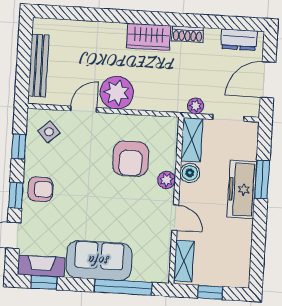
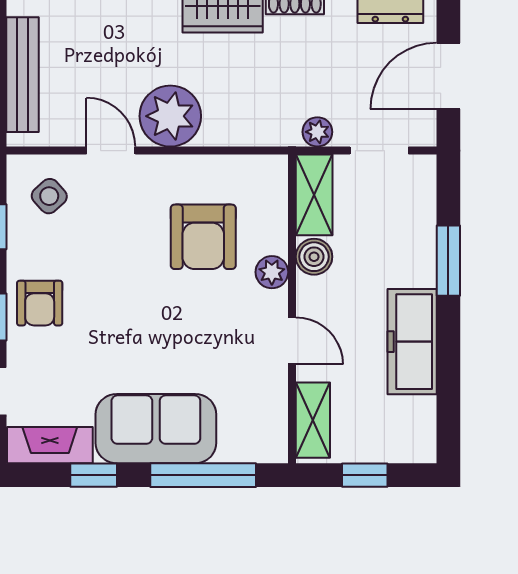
door: (84, 109) -> (111, 151), hinge flipped
armchair: (40, 189) -> (40, 303), turned 90
freezer: (242, 189) -> (412, 342), moved
window: (44, 282) -> (94, 475), moved

